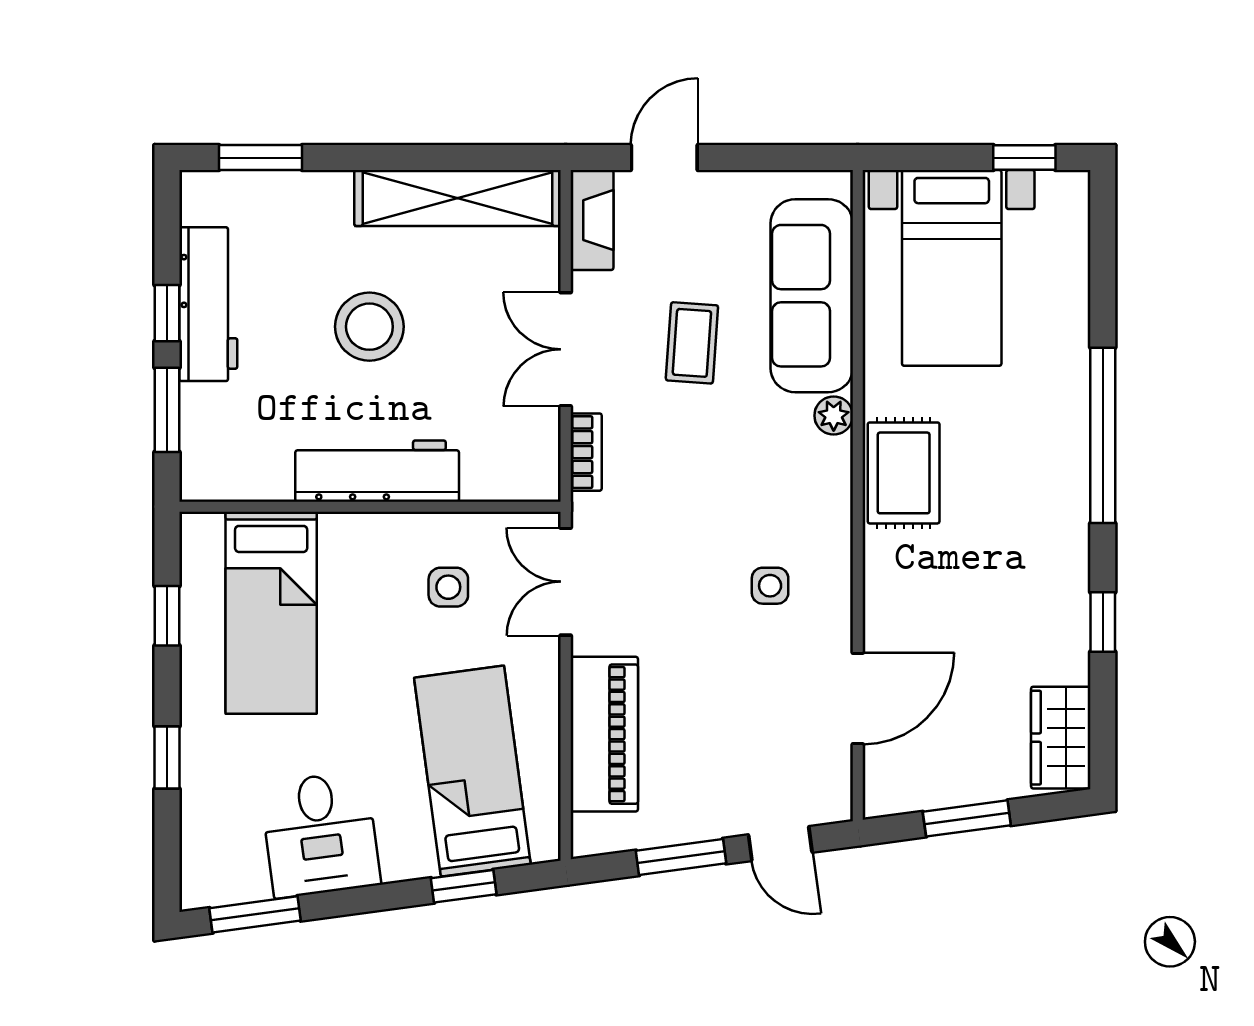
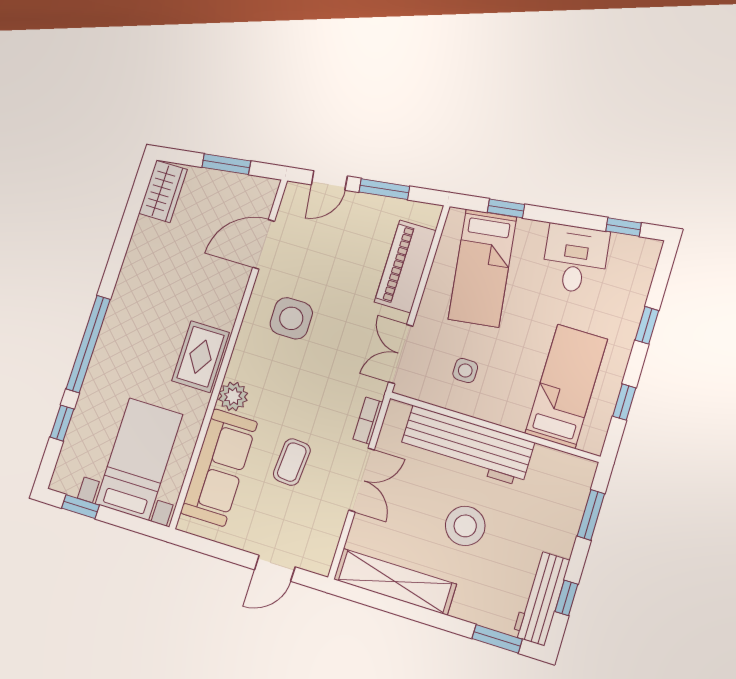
fireplace: (592, 220) -> (325, 546), removed
workbench: (208, 304) -> (541, 598), moved
window: (167, 313) -> (566, 598), moved
plant: (834, 416) -> (233, 396), width x1.38, depth x1.38
workbench: (377, 471) -> (467, 446), width x1.36, depth x1.32
double door: (566, 582) -> (401, 354), swing flipped
side table: (770, 586) -> (291, 318), width x1.87, depth x1.87
window: (1103, 622) -> (62, 423), moved
door: (780, 844) -> (329, 180), swing flipped
window: (255, 914) -> (624, 227), width x0.67

